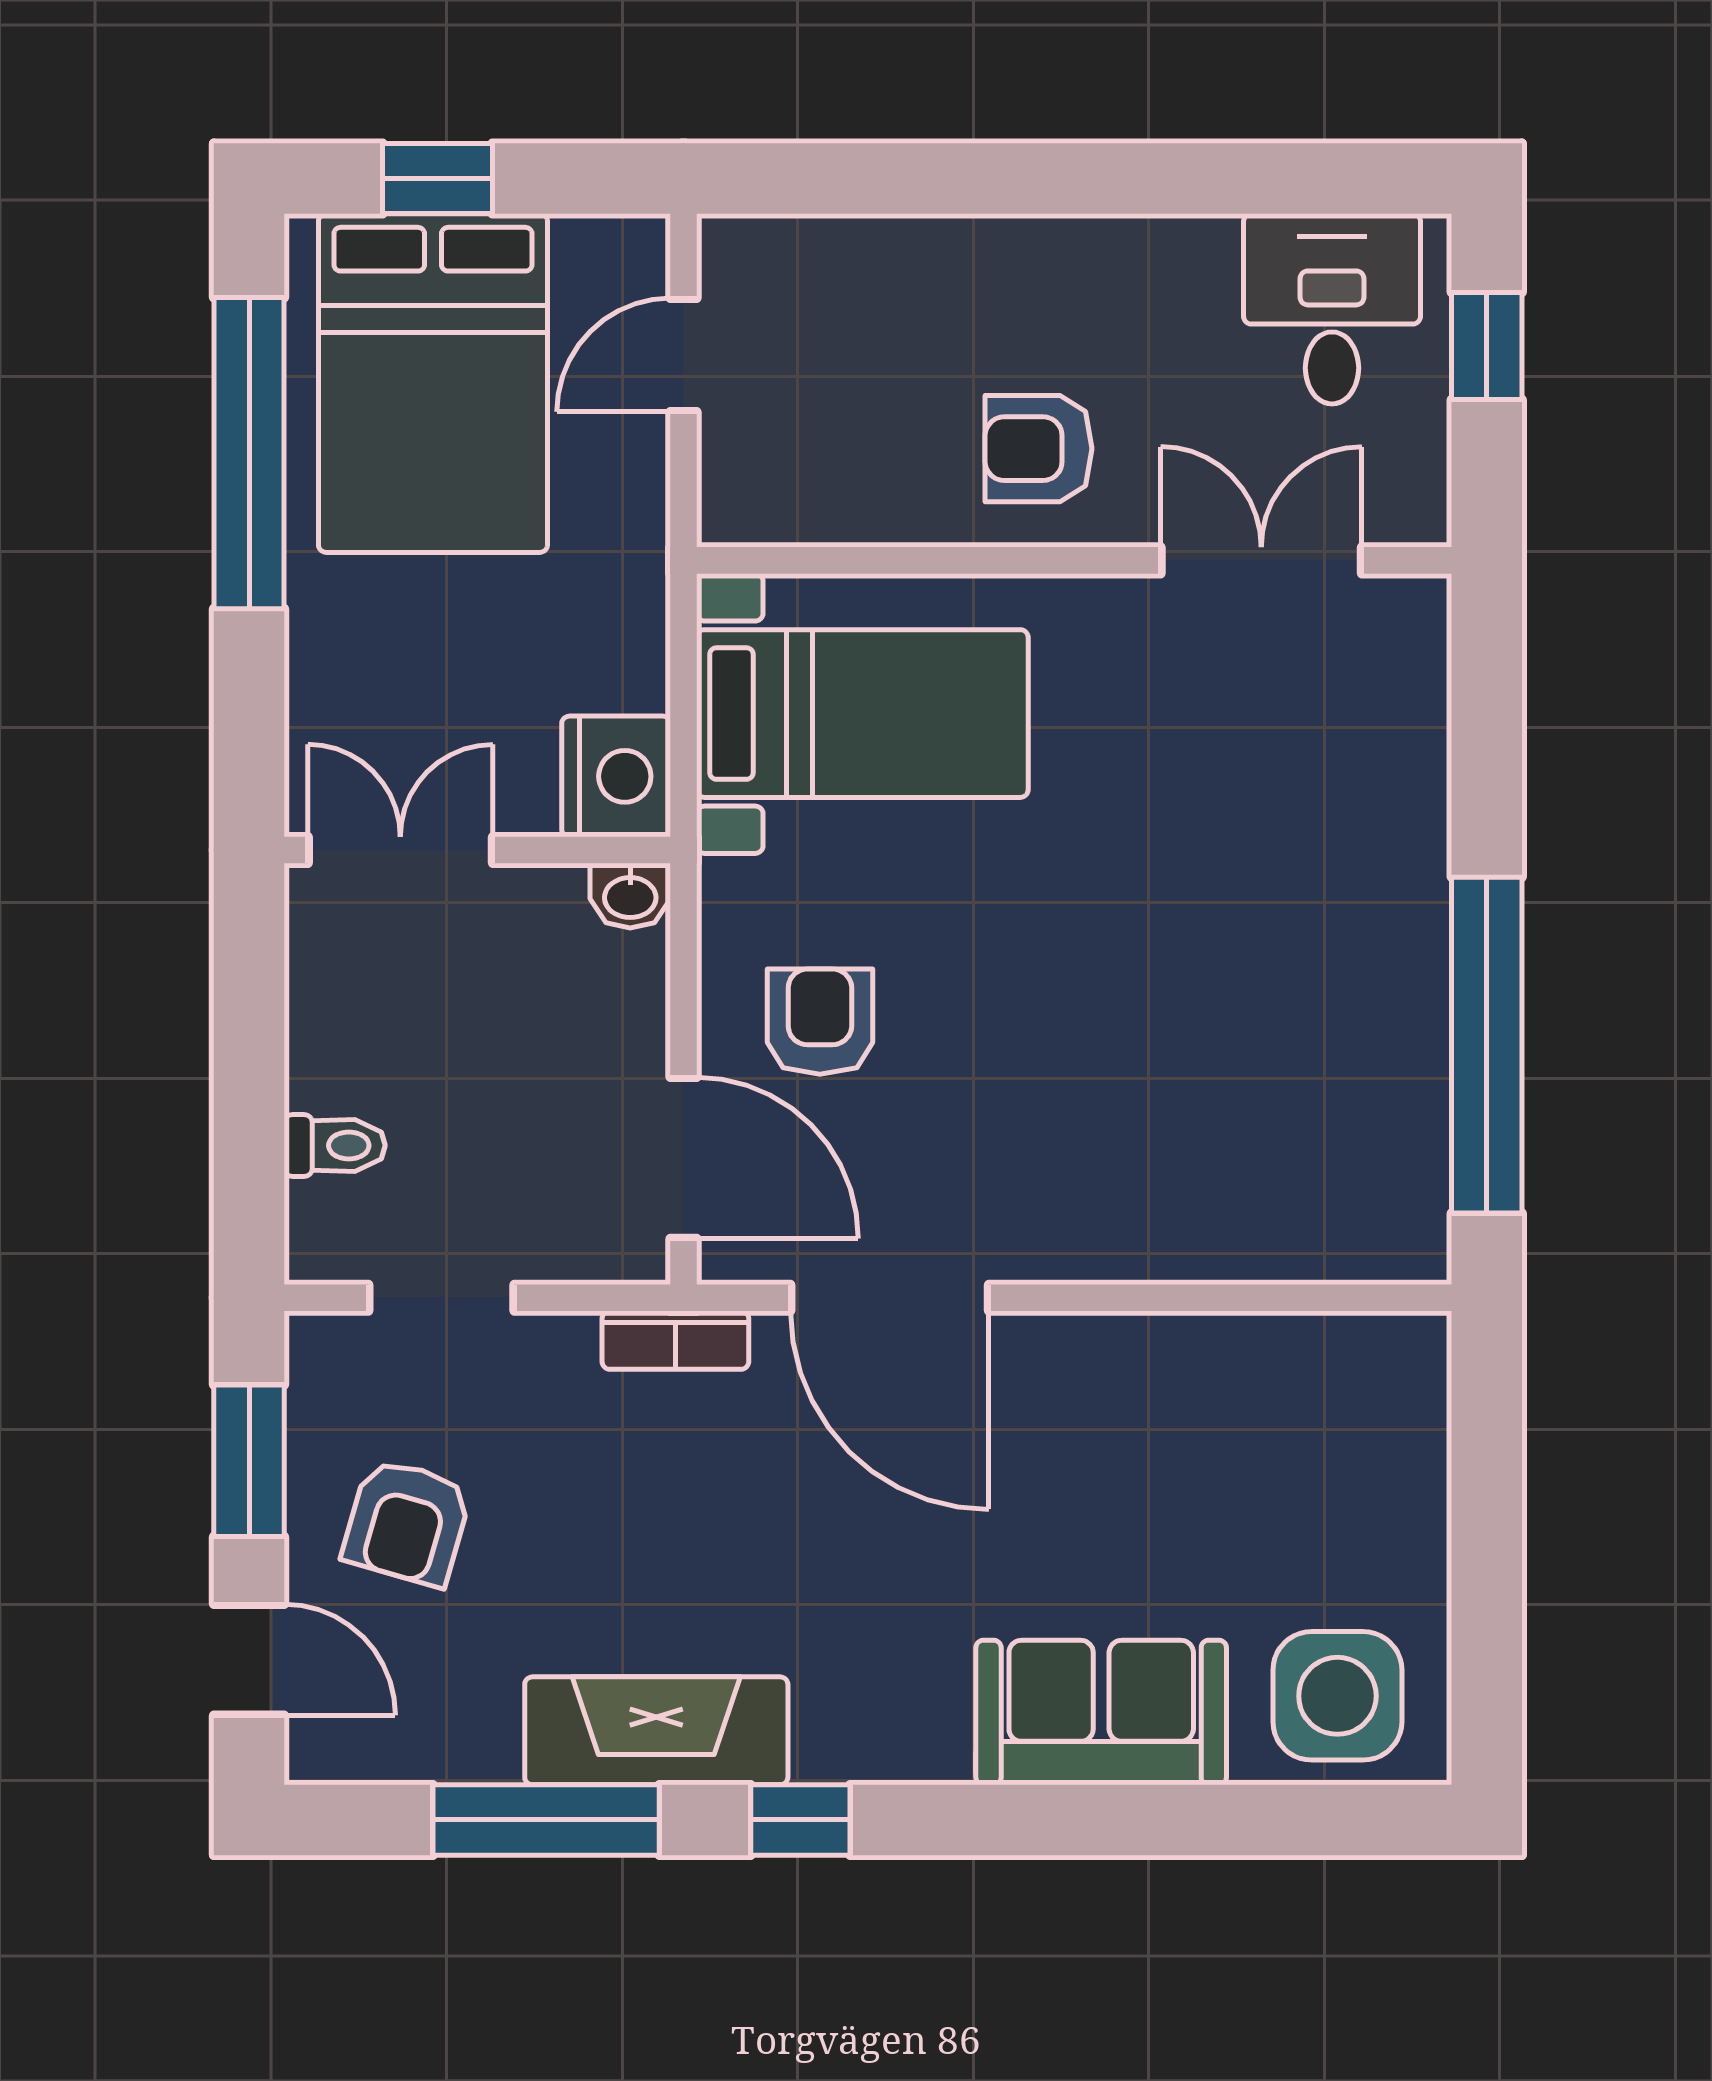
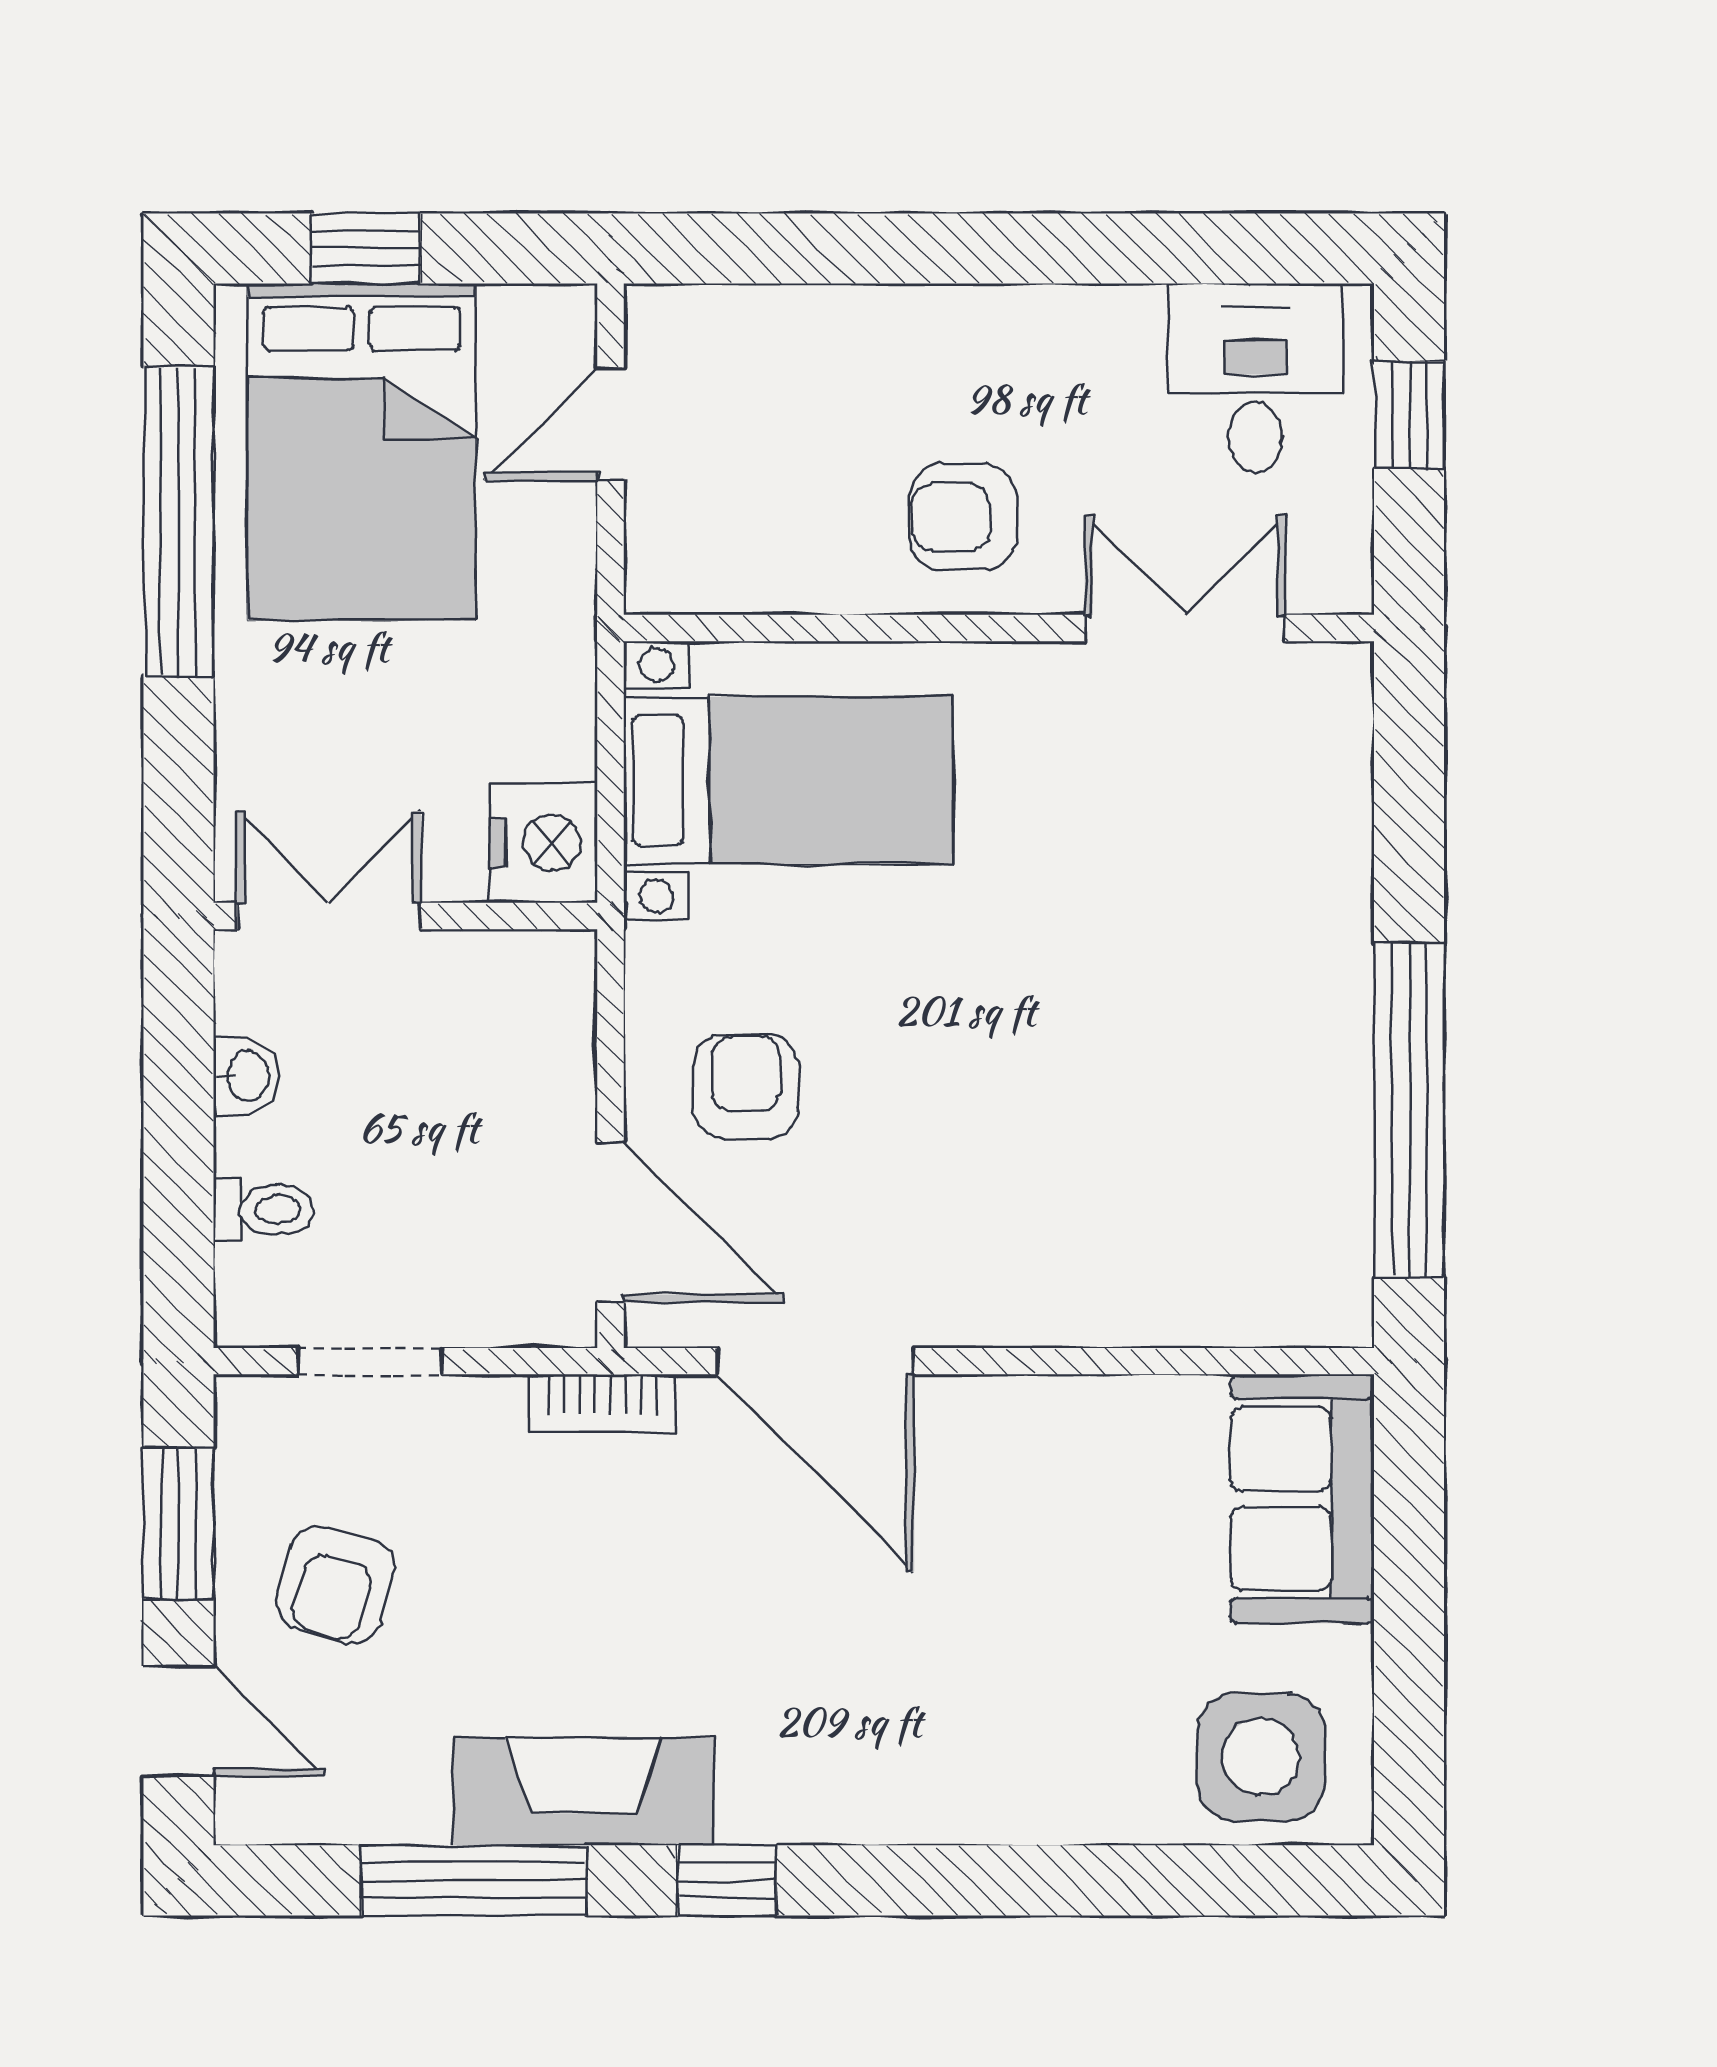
washbasin: (630, 896) -> (246, 1076), moved, turned -90
sofa: (1101, 1712) -> (1302, 1499), moved, turned -90

